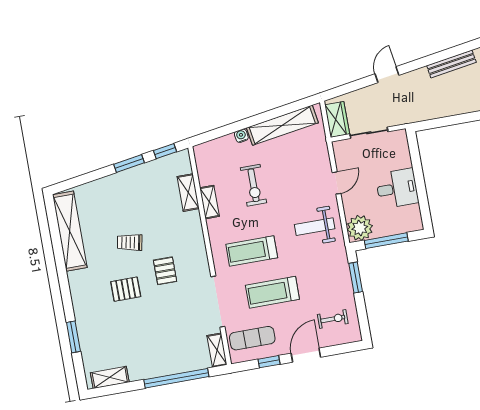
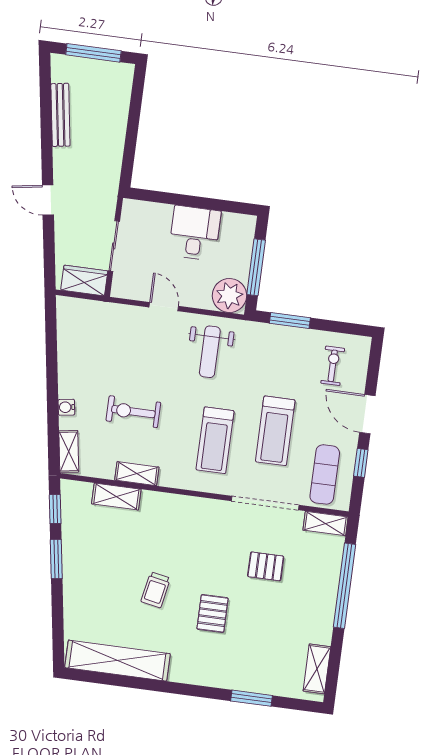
shelving: (282, 125) -> (69, 451), moved, width x0.45, depth x0.75
exercise bike: (254, 185) -> (133, 412), turned 180
pallet: (165, 271) -> (266, 566), moved

